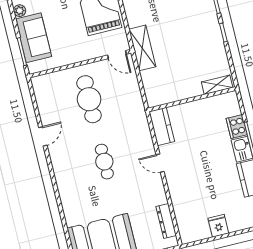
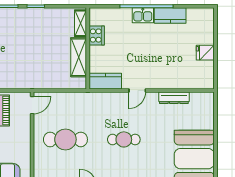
shelving: (142, 48) -> (79, 57), moved, turned 90
cooker: (237, 127) -> (97, 36), moved, turned -90
dresser: (166, 221) -> (174, 98), moved

